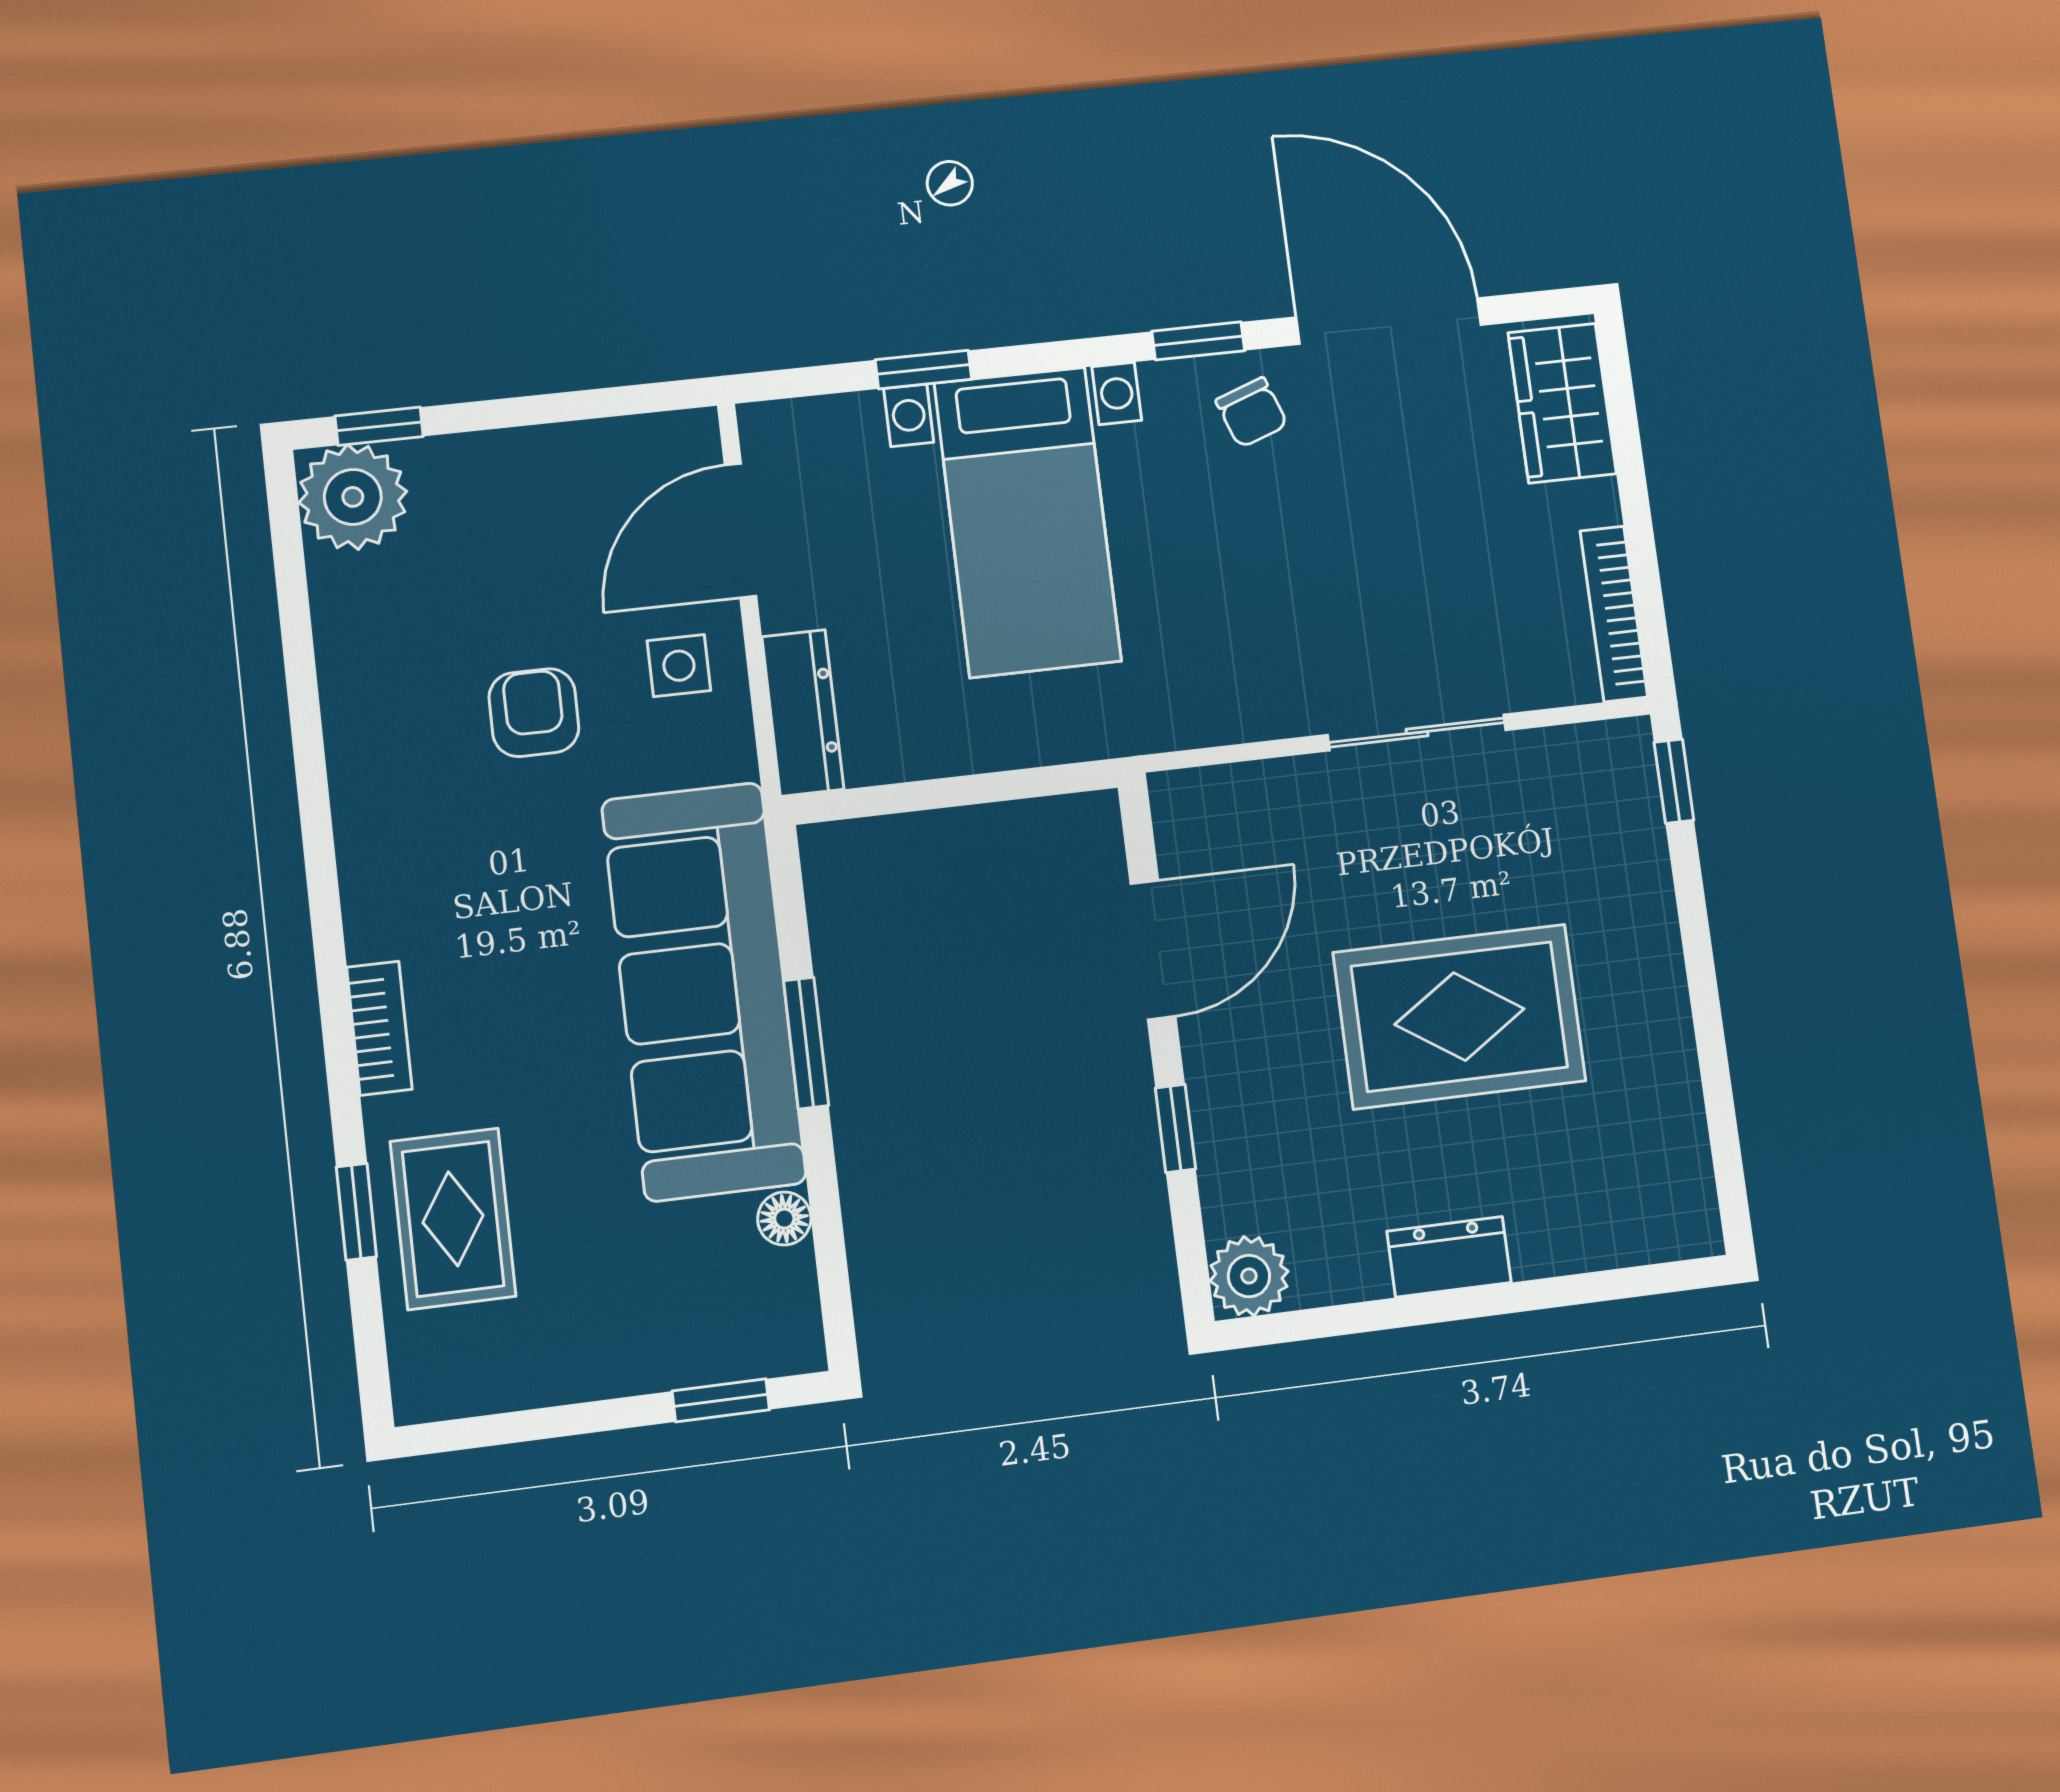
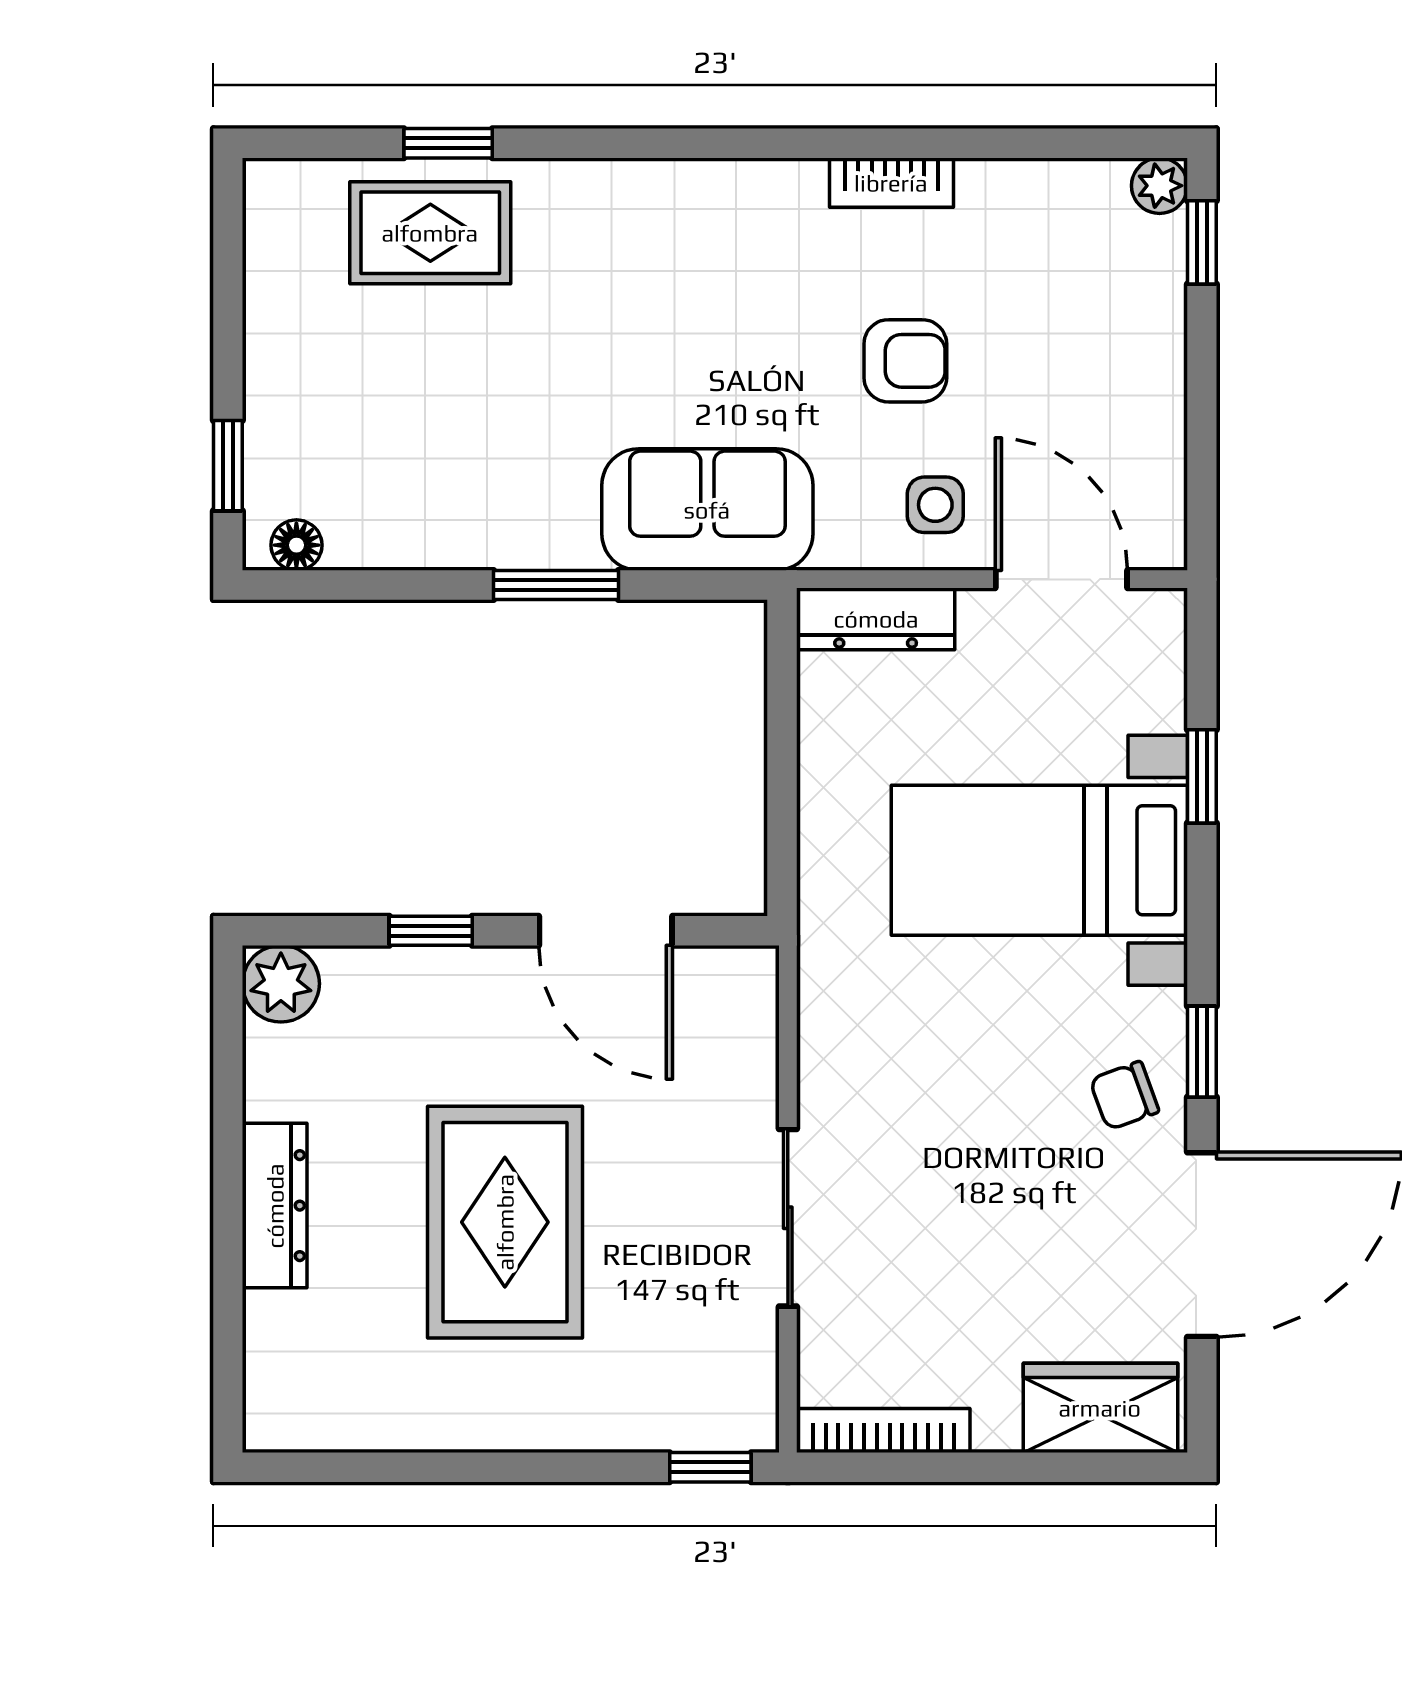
plant: (353, 497) -> (1159, 186), width x0.53, depth x0.53
sofa: (704, 991) -> (707, 510), width x0.54, depth x0.79
bookcase: (379, 1028) -> (891, 183), moved
floor lamp: (784, 1219) -> (296, 545), moved
dresser: (1449, 1257) -> (275, 1206), width x1.44

